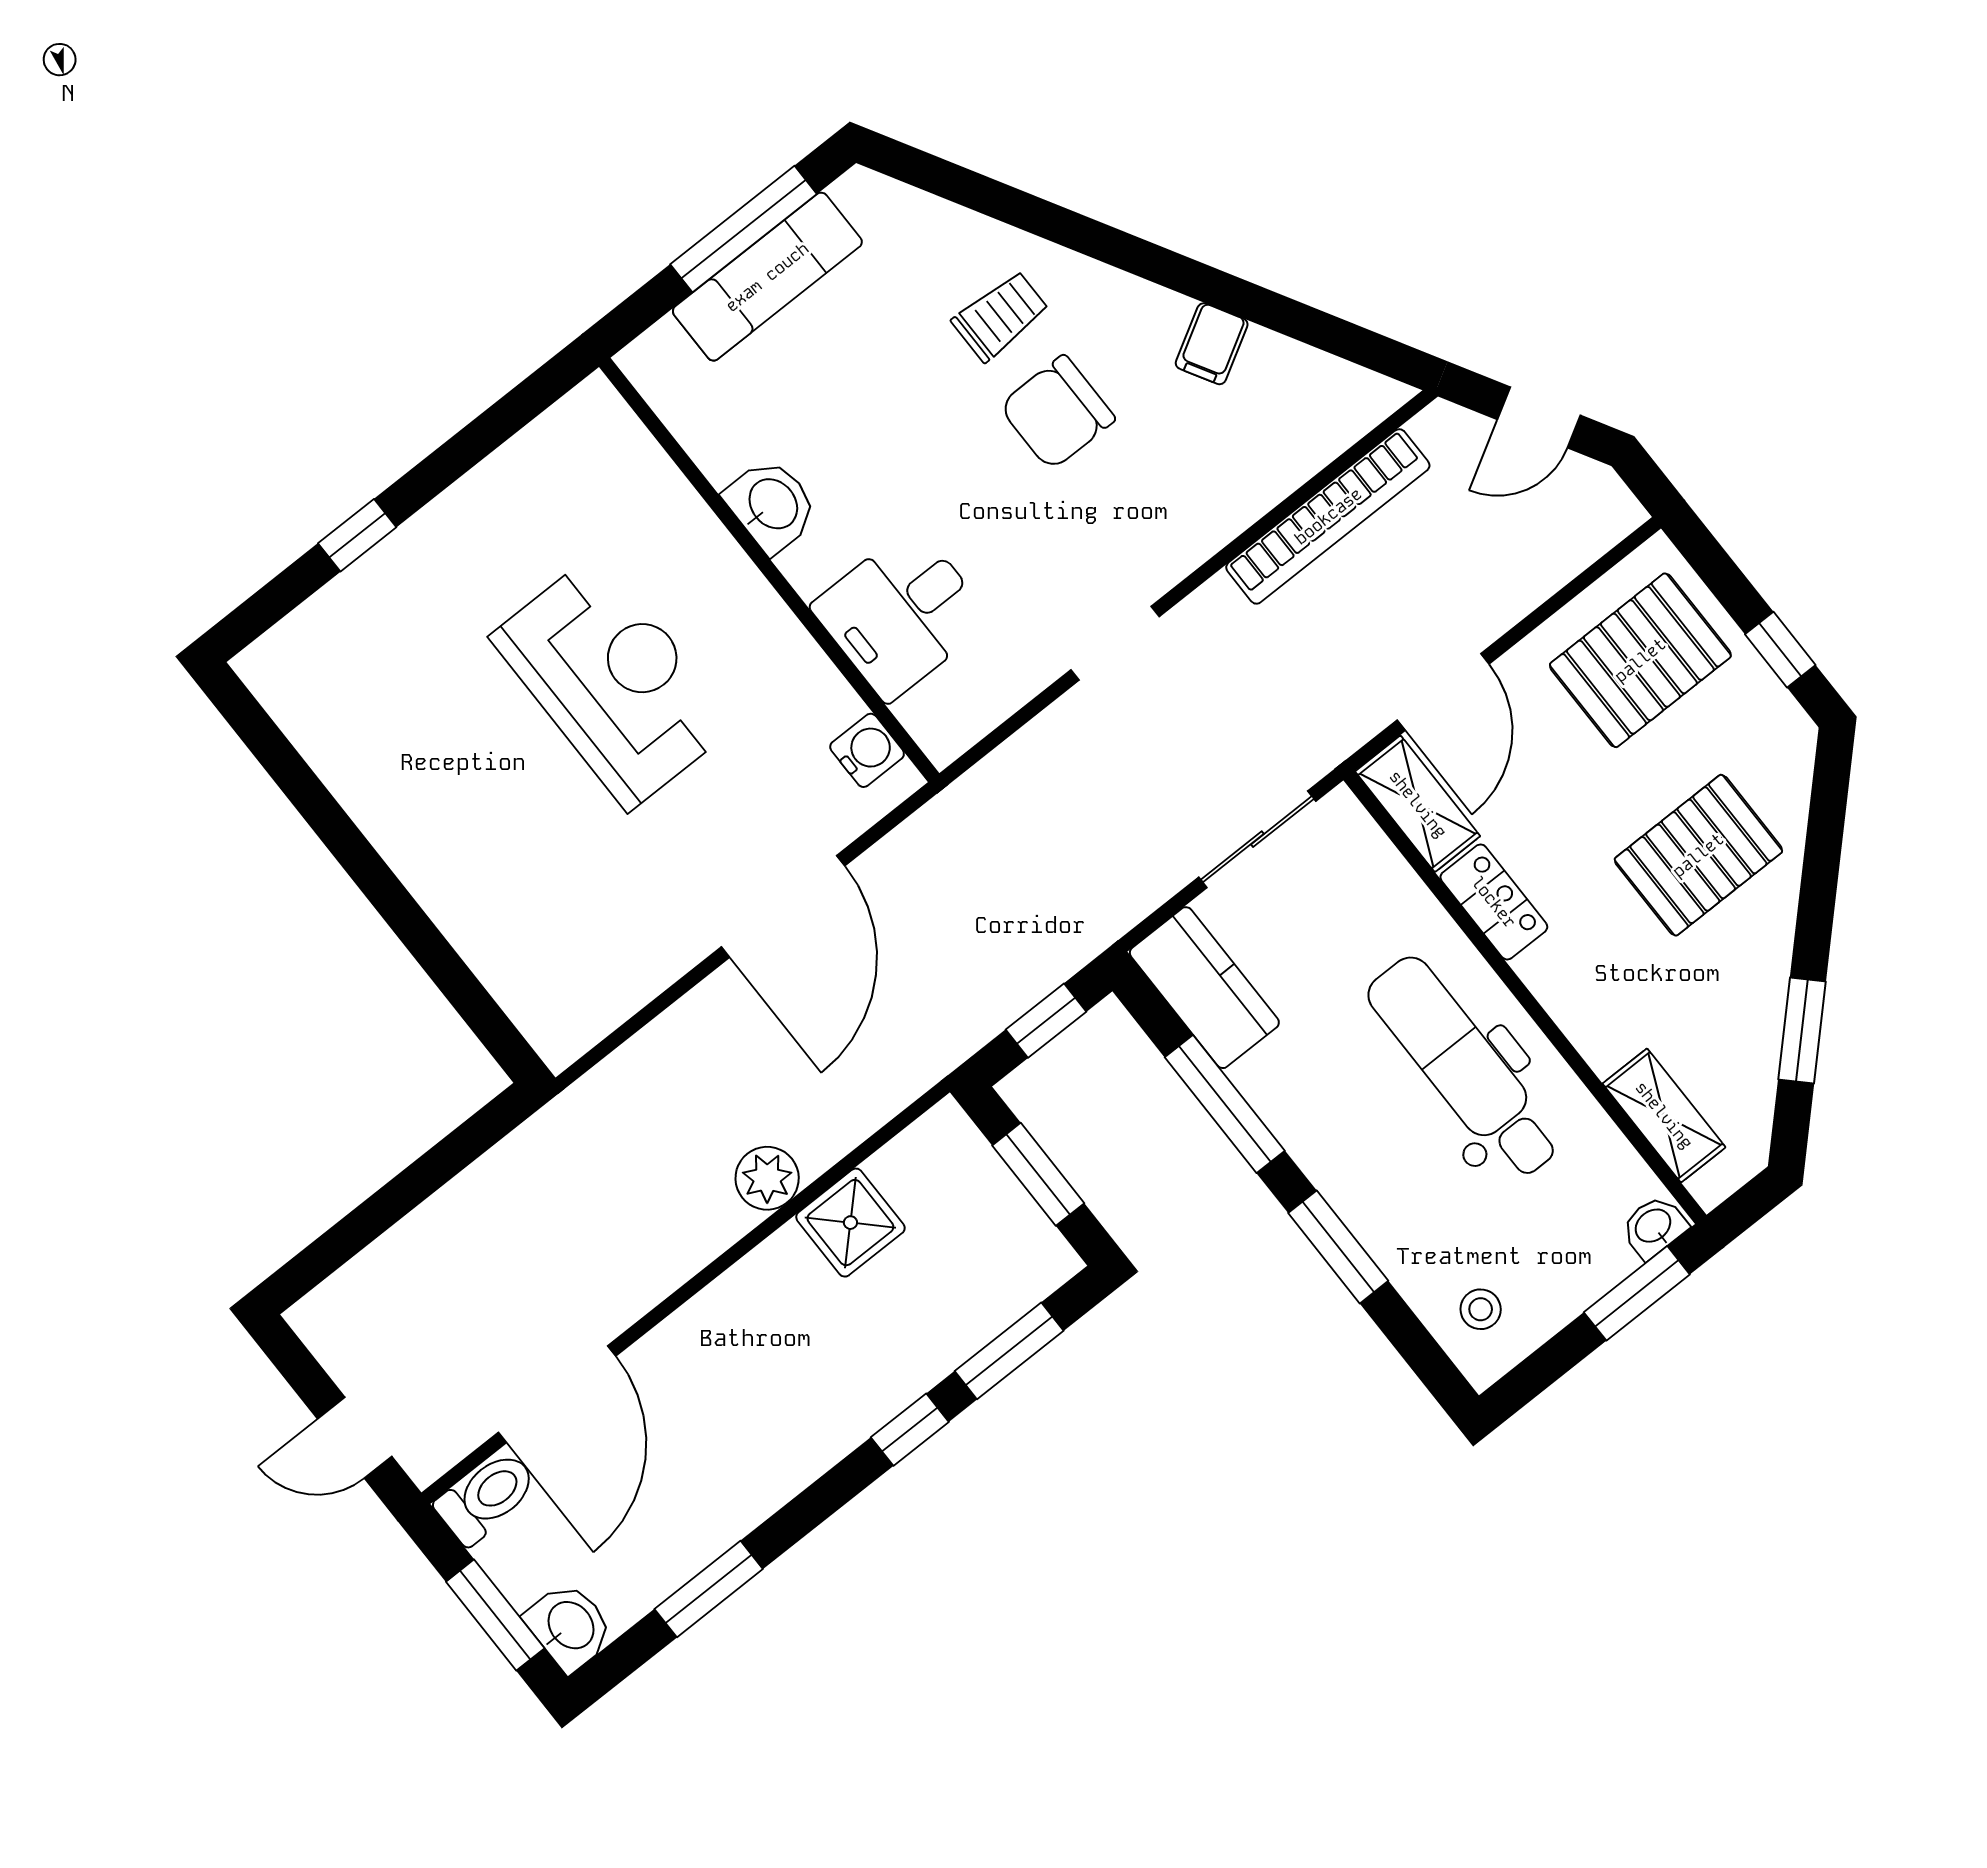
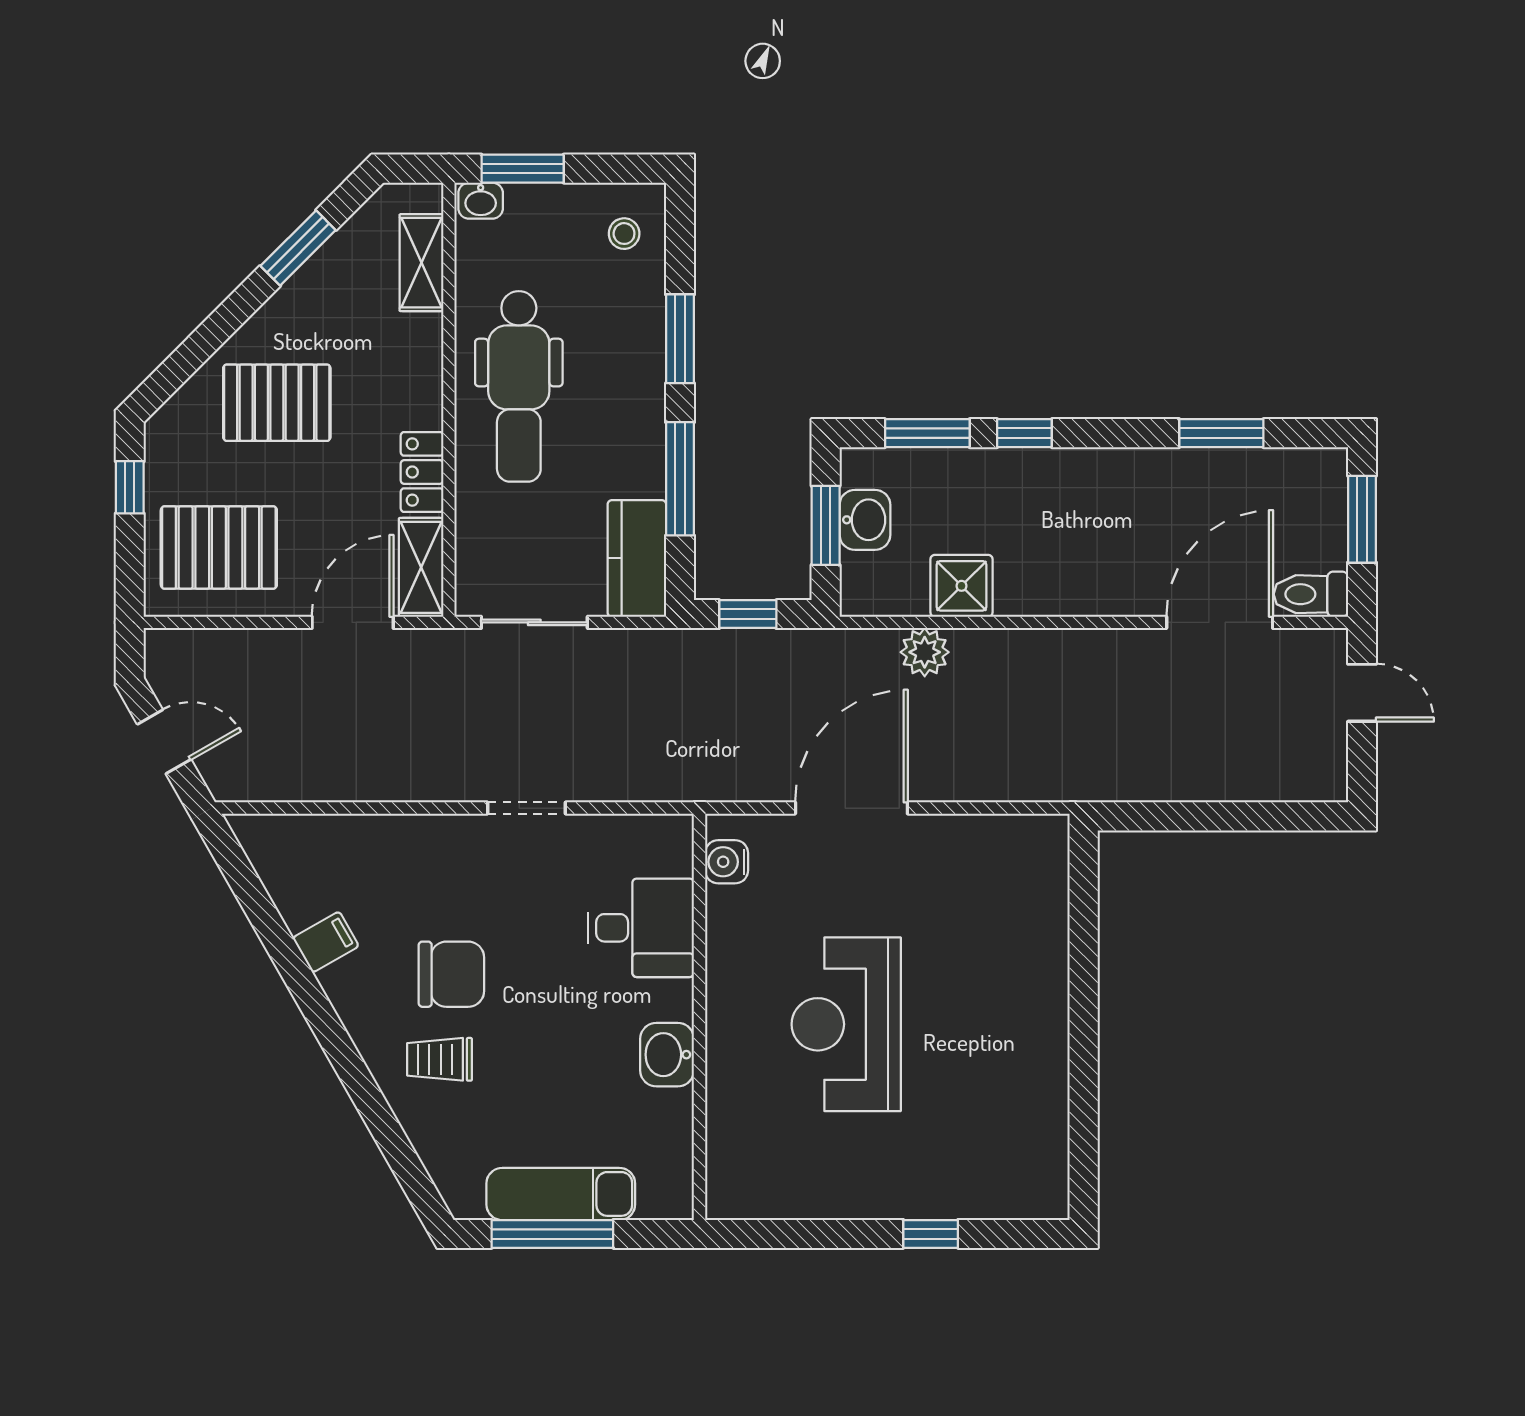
bookcase: (1328, 516) -> (338, 783), removed
plant: (767, 1178) -> (925, 652), moved
washbasin: (569, 1626) -> (865, 520), moved, turned 180

